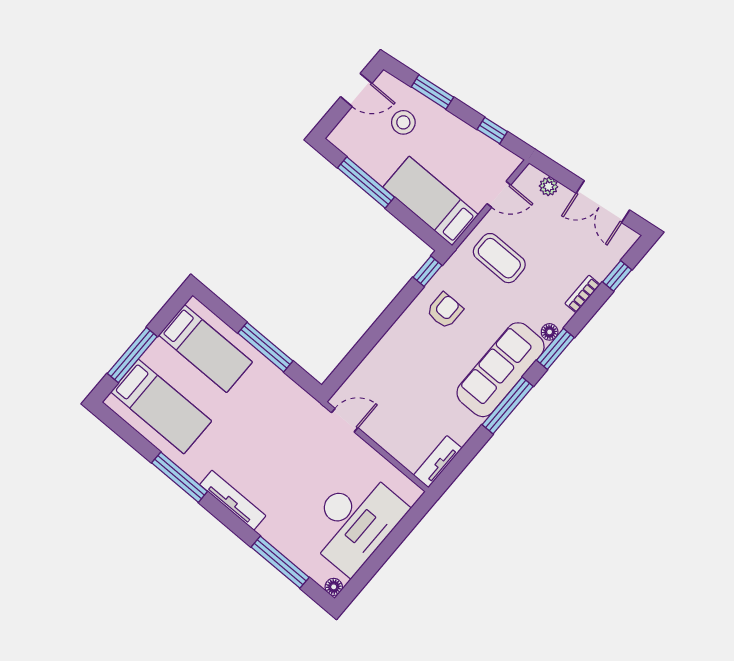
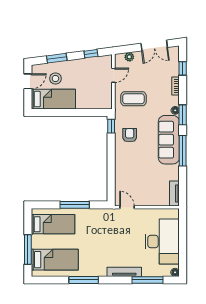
window: (366, 182) -> (60, 112), removed
bed: (431, 201) -> (53, 99), moved, turned 180
door: (345, 420) -> (127, 207), hinge flipped
tv unit: (233, 500) -> (124, 272), moved

